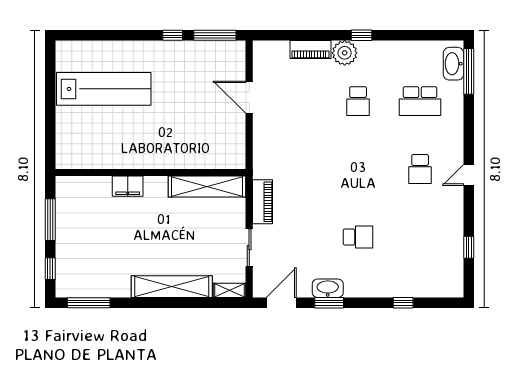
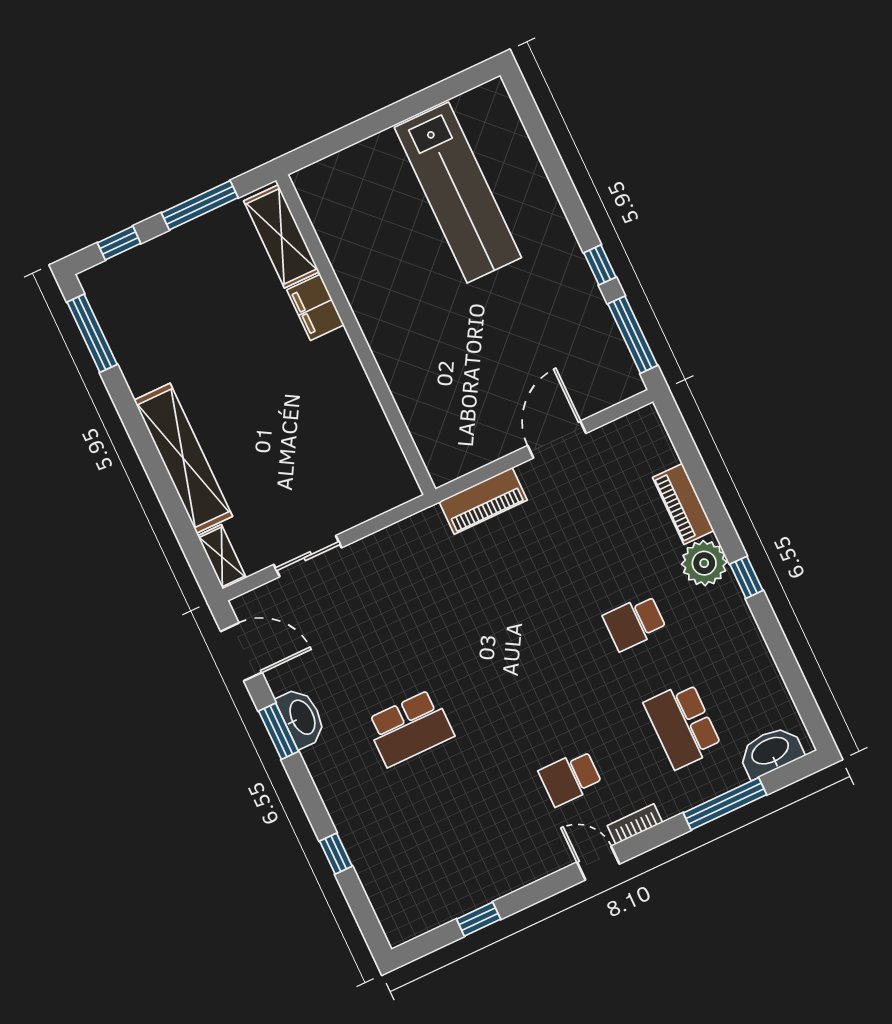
window: (469, 71) -> (725, 804), moved
bookcase: (458, 148) -> (635, 824), added
shelving: (207, 186) -> (281, 236), moved, width x0.68
piano: (262, 202) -> (483, 501), moved
school desk: (358, 237) -> (410, 728), width x1.85

